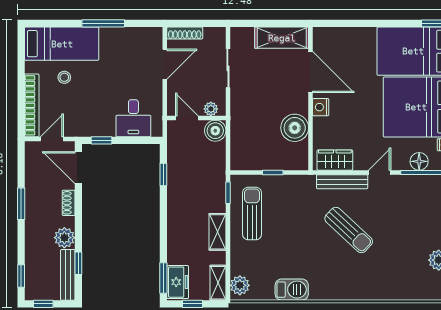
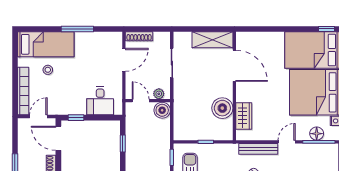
nightstand: (321, 107) -> (242, 92), removed
wardrobe: (335, 160) -> (244, 116), moved, turned 90

